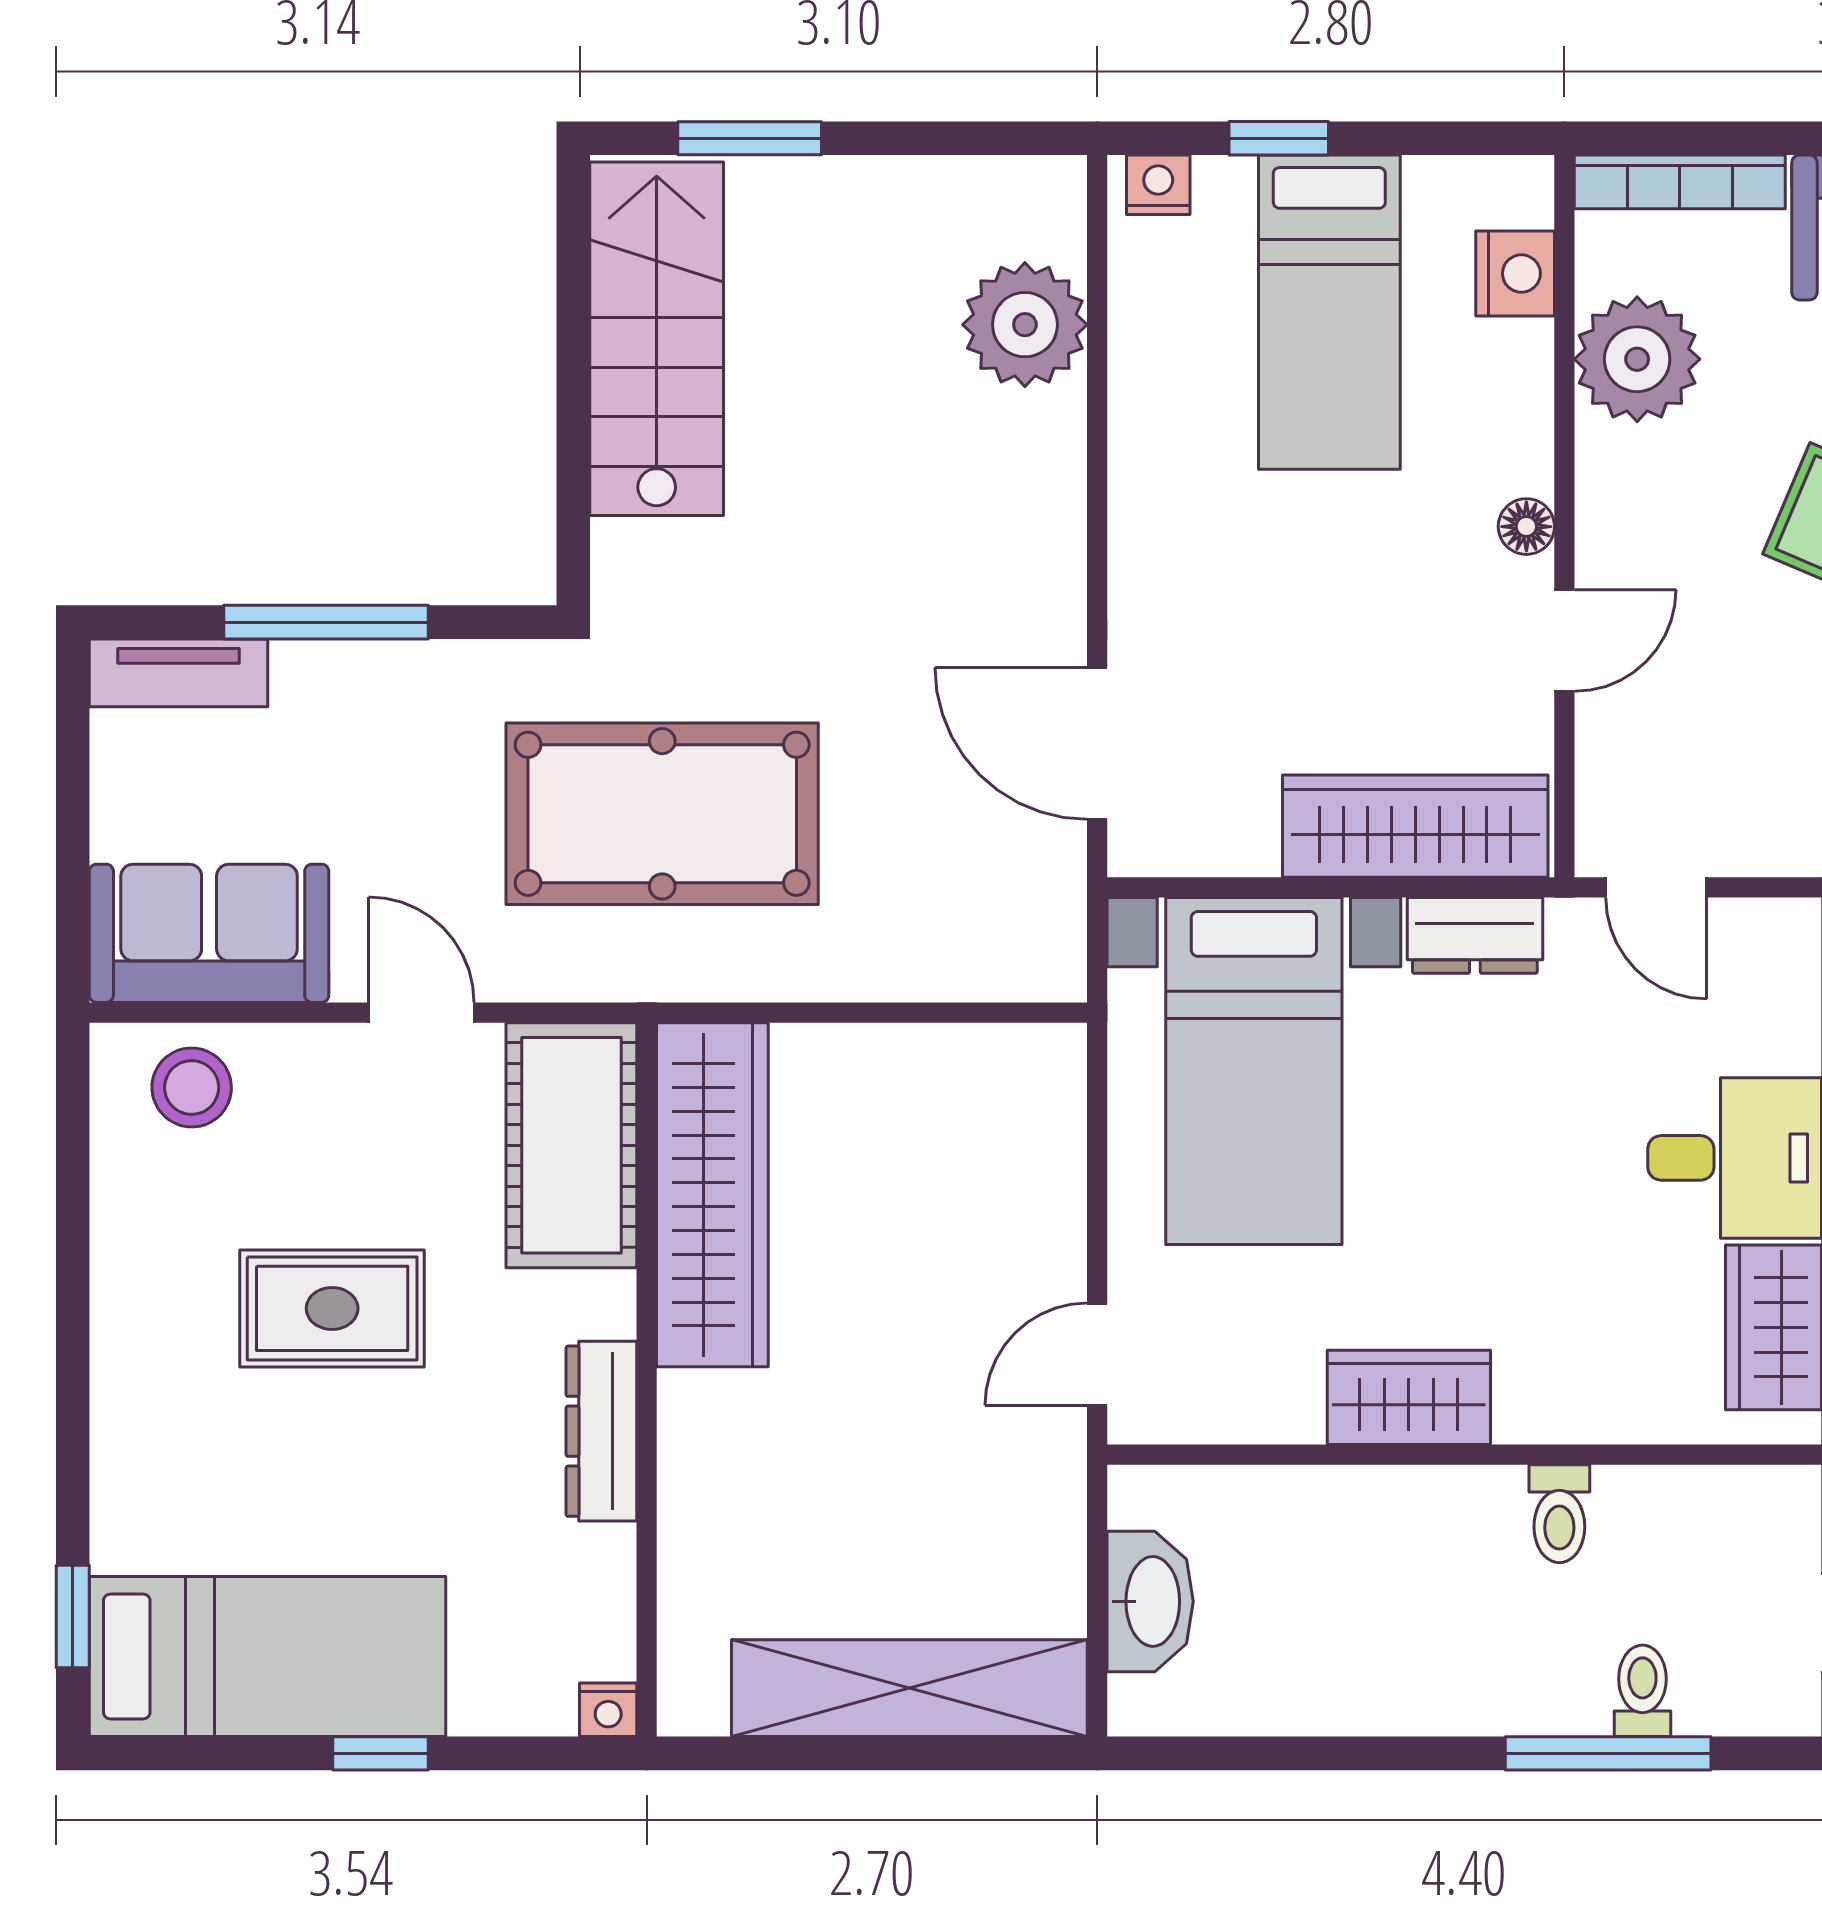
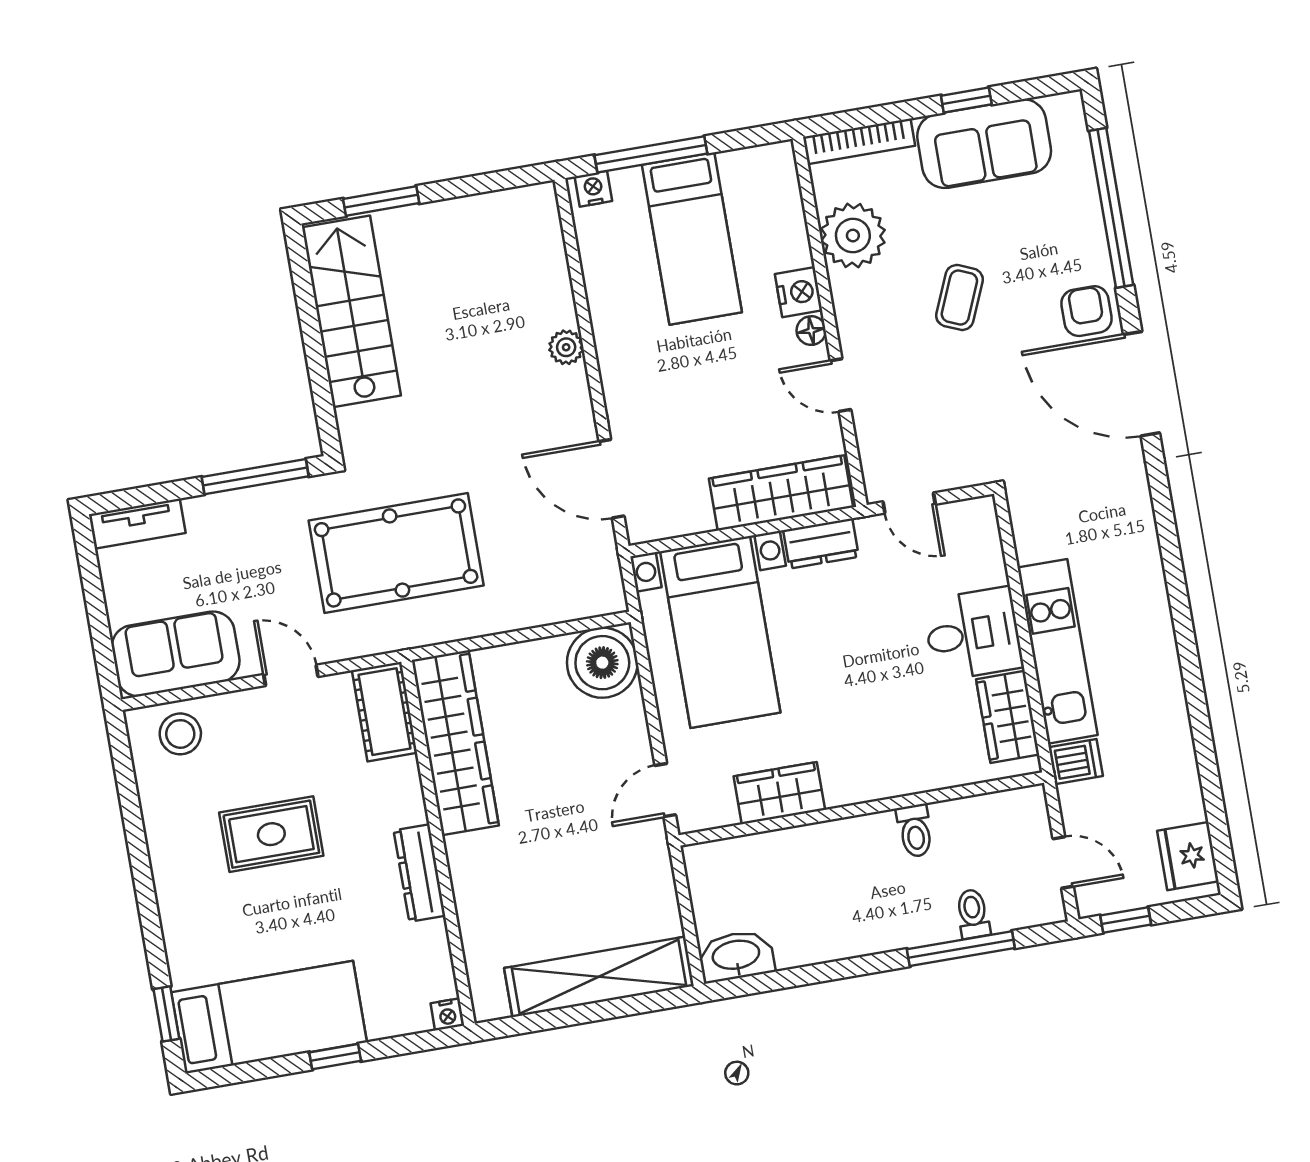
window: (1279, 138) -> (651, 154), width x2.17
nightstand: (1515, 274) -> (799, 292), moved
plant: (1025, 325) -> (566, 347), moved, width x0.53, depth x0.53
window: (326, 622) -> (255, 477), moved
door: (1564, 640) -> (841, 385), swing flipped
boiler: (1019, 1091) -> (602, 663), added
cot: (571, 1145) -> (384, 712), width x0.73, depth x0.75
wardrobe: (1409, 1397) -> (779, 793), moved
washbasin: (1150, 1601) -> (736, 956), moved, turned -90

